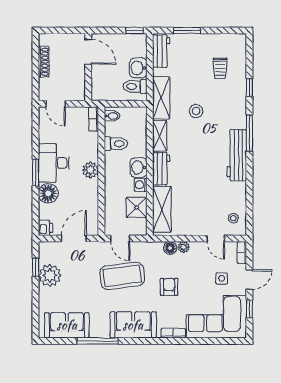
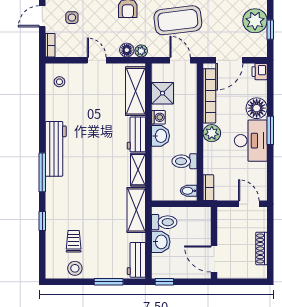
stool: (196, 111) -> (75, 268), moved
bookcase: (93, 205) -> (209, 96), added
door: (216, 238) -> (97, 60), moved
plant: (184, 247) -> (141, 51), moved

